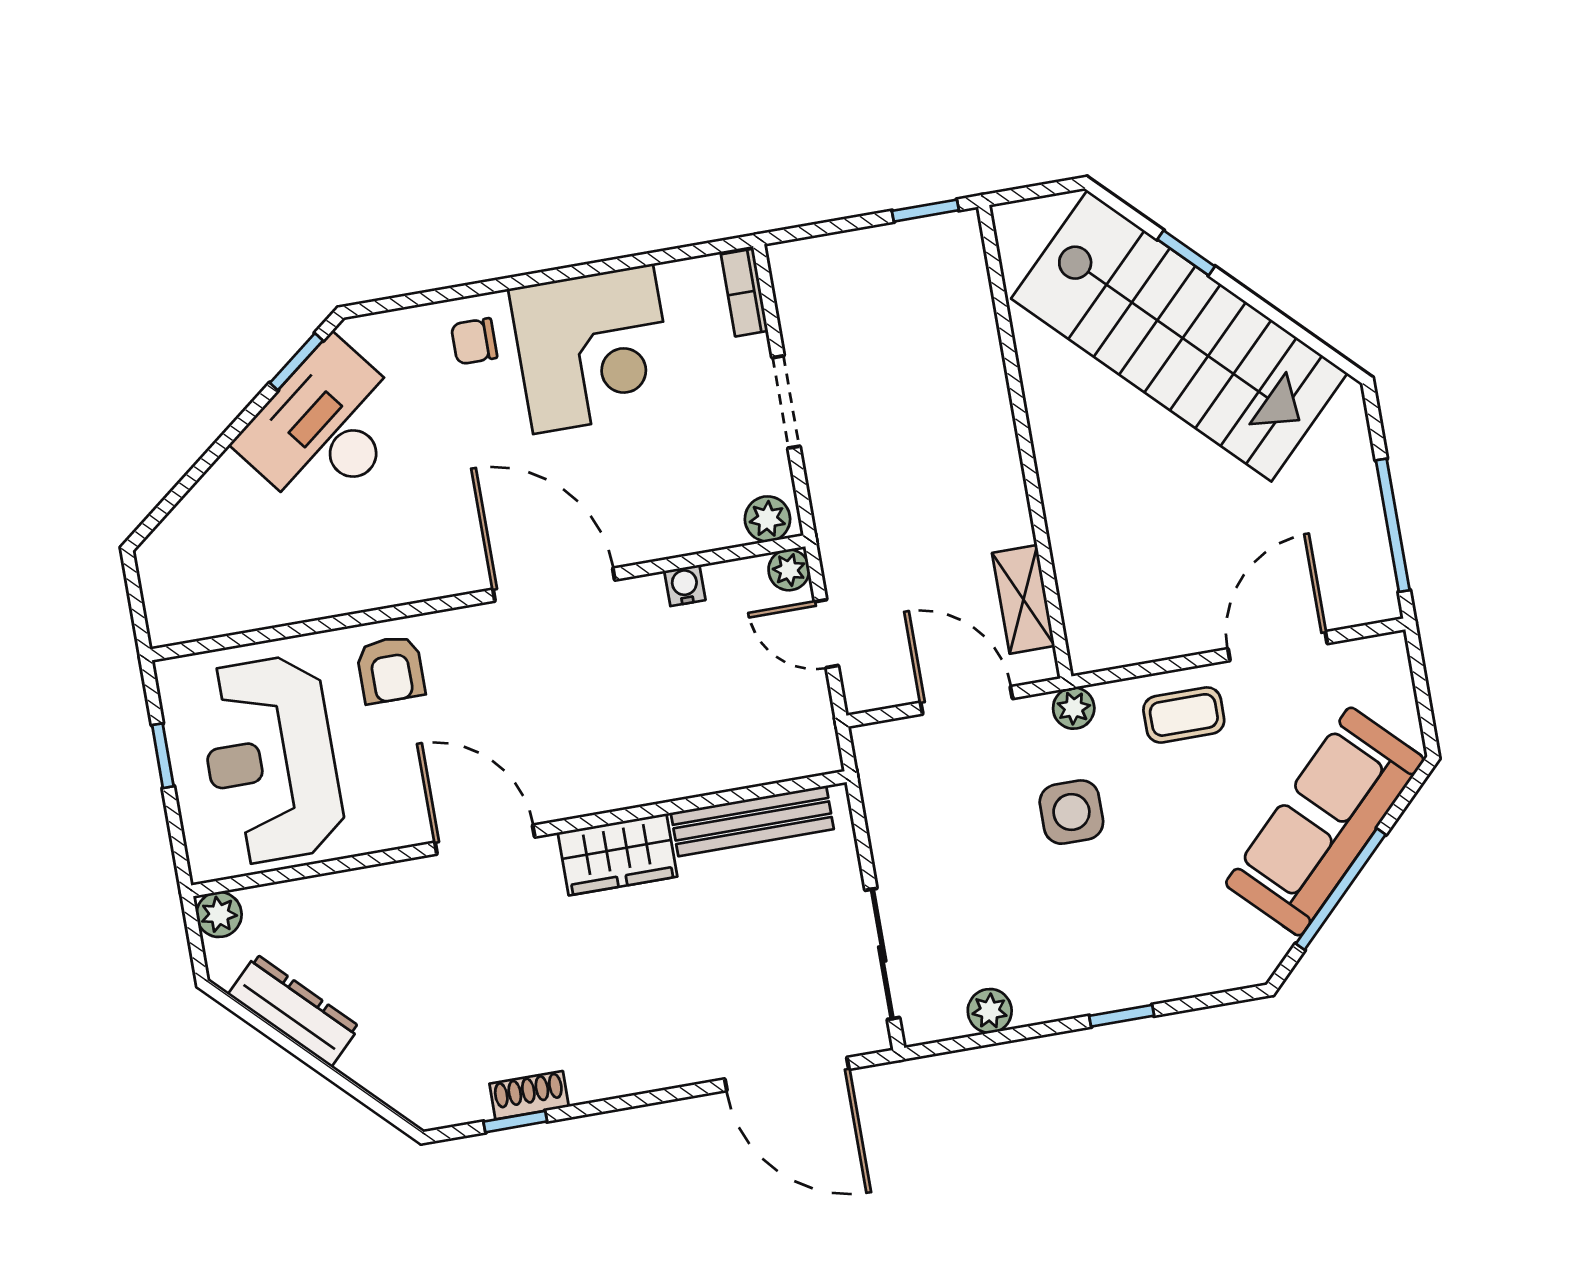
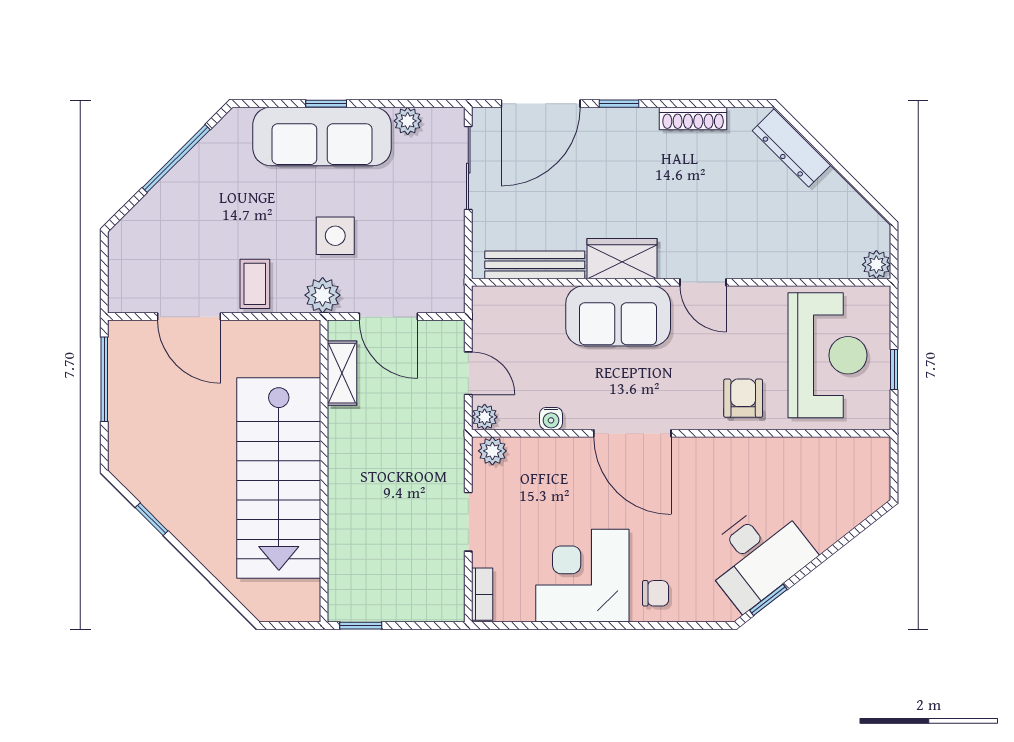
window: (1186, 253) -> (152, 519), moved
stairs: (1179, 336) -> (279, 478), moved, turned -135
door: (1278, 646) -> (189, 317), hinge flipped
plant: (1074, 708) -> (323, 295), width x1.38, depth x1.38
coffee table: (1184, 715) -> (255, 284), turned 90
sofa: (608, 764) -> (618, 316), added
sofa: (1325, 822) -> (322, 136), moved, turned 45
door: (485, 840) -> (703, 282), width x0.73
dresser: (294, 1010) -> (791, 148), moved
door: (787, 1074) -> (541, 104), swing flipped
shoe rack: (529, 1095) -> (693, 119), width x1.43
window: (515, 1122) -> (619, 104), moved

